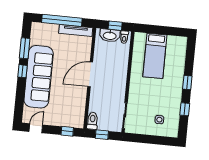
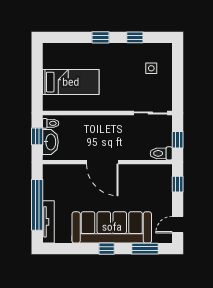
tv unit: (76, 31) -> (48, 222), moved
window: (25, 48) -> (145, 249), moved
door: (36, 128) -> (178, 225), hinge flipped

